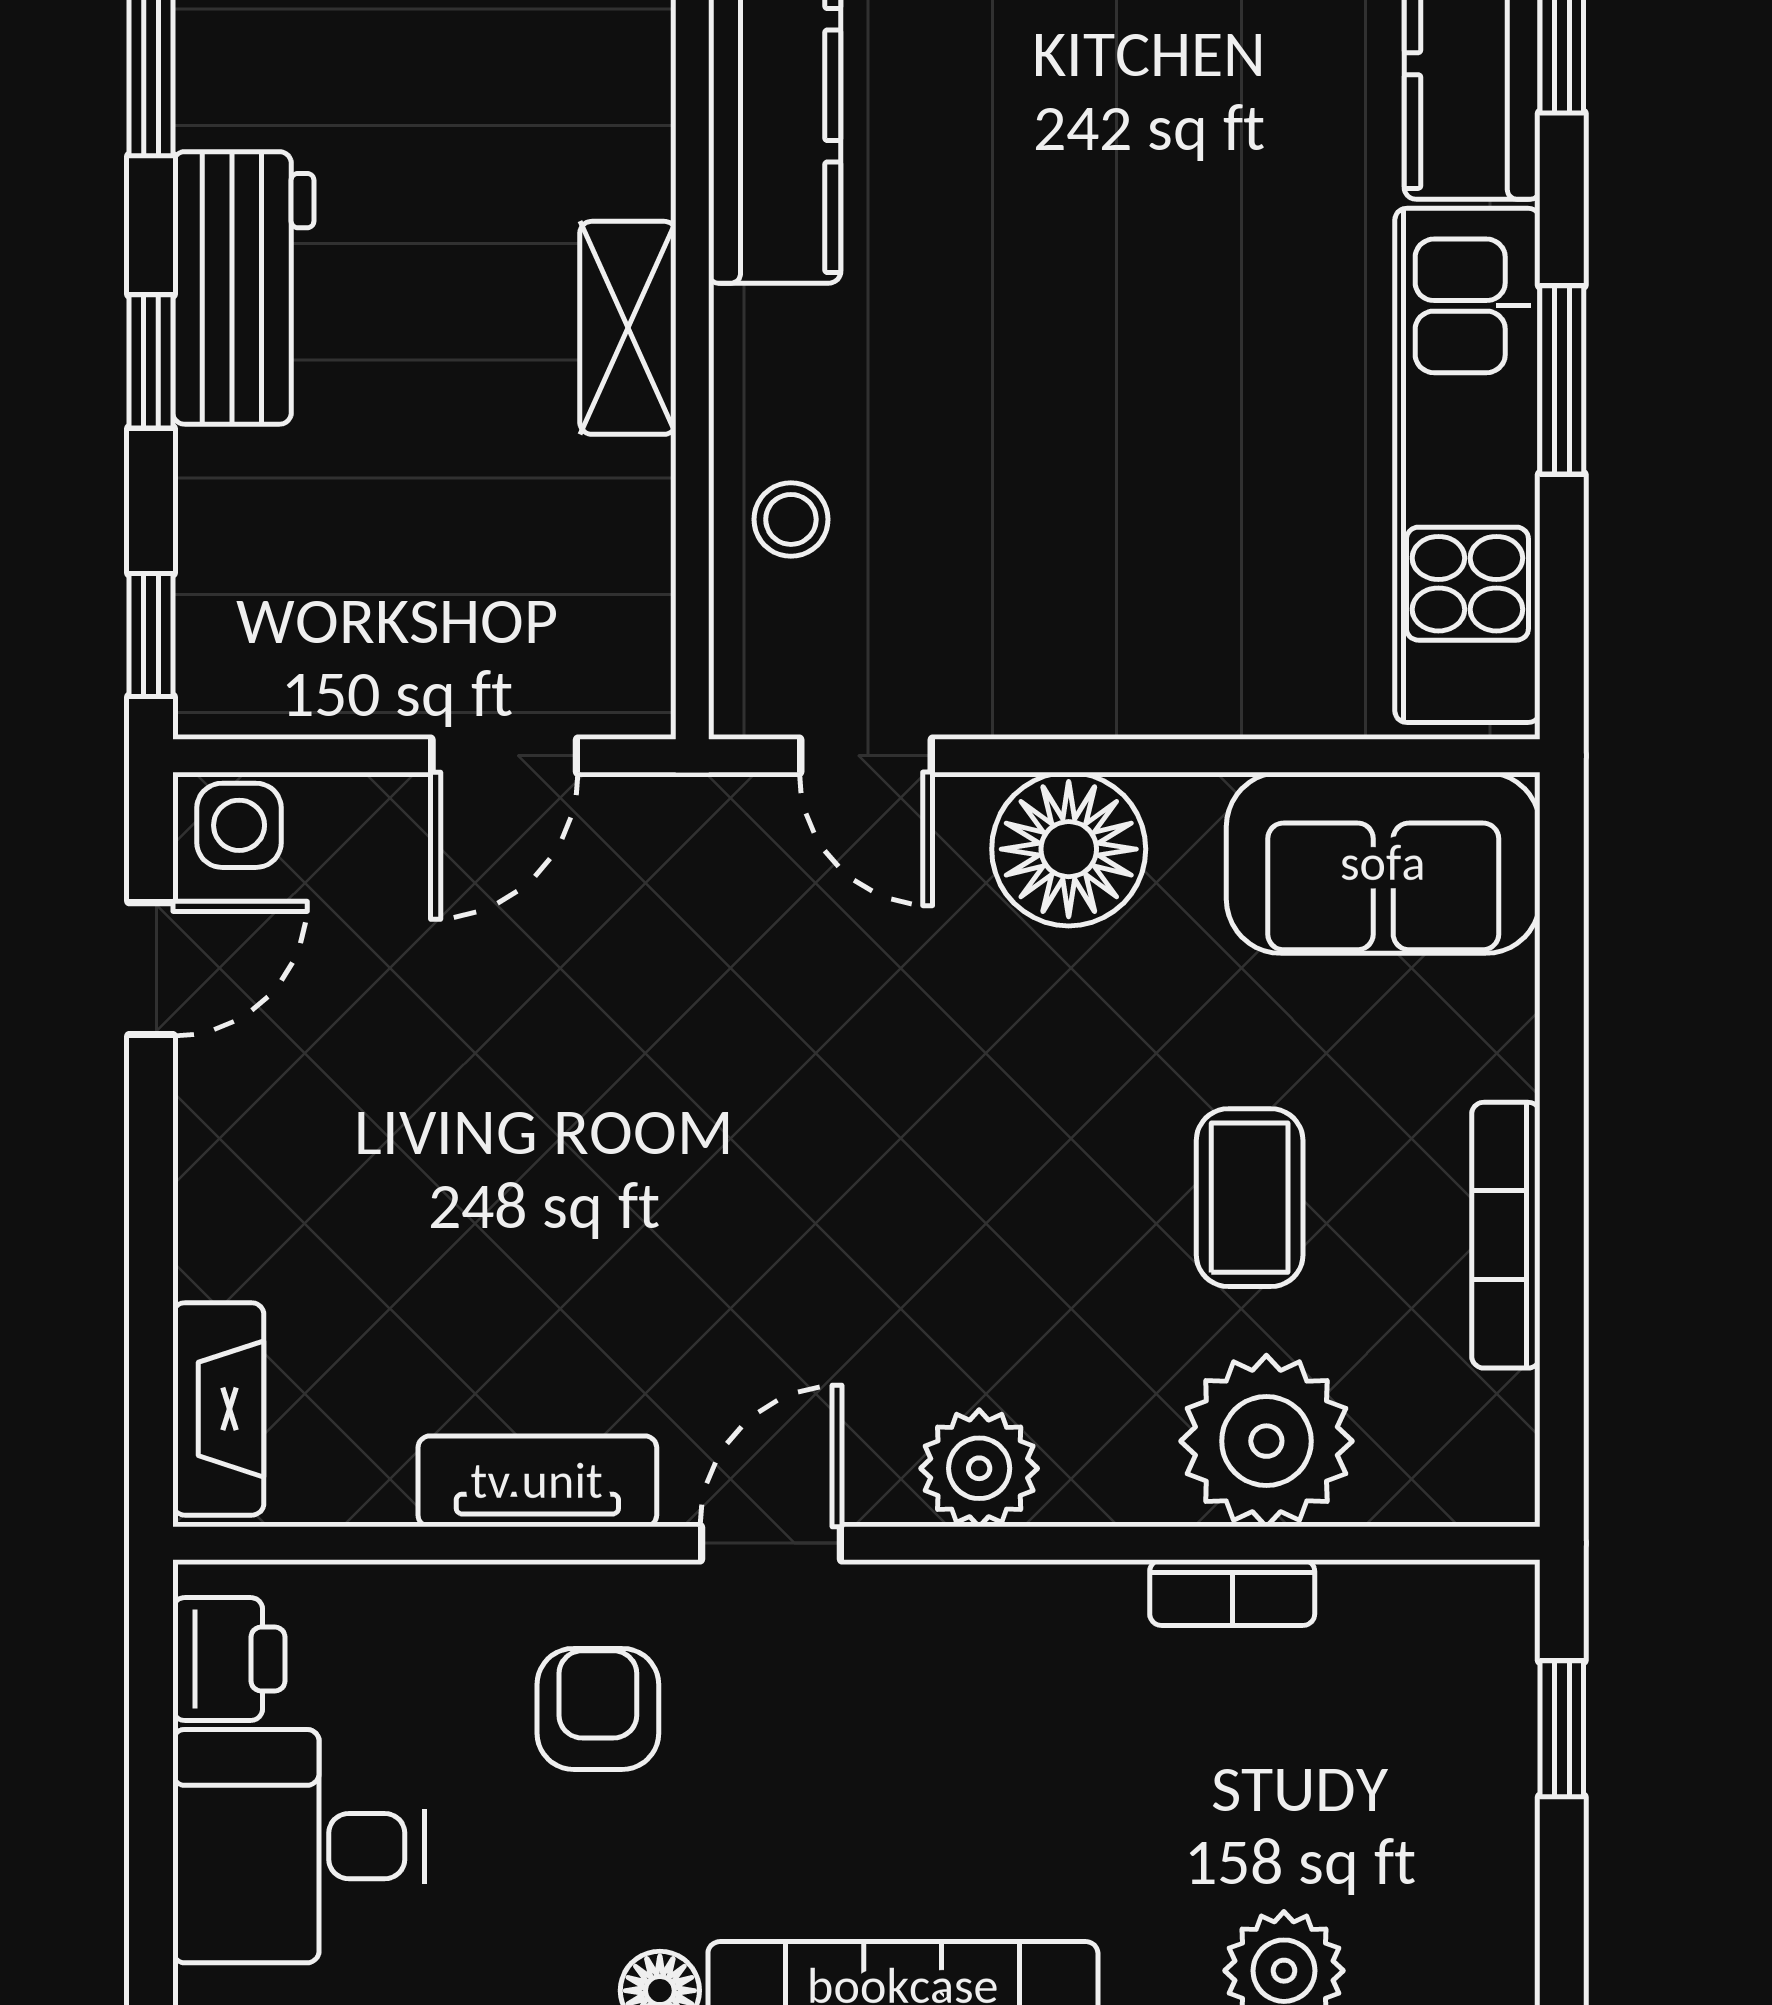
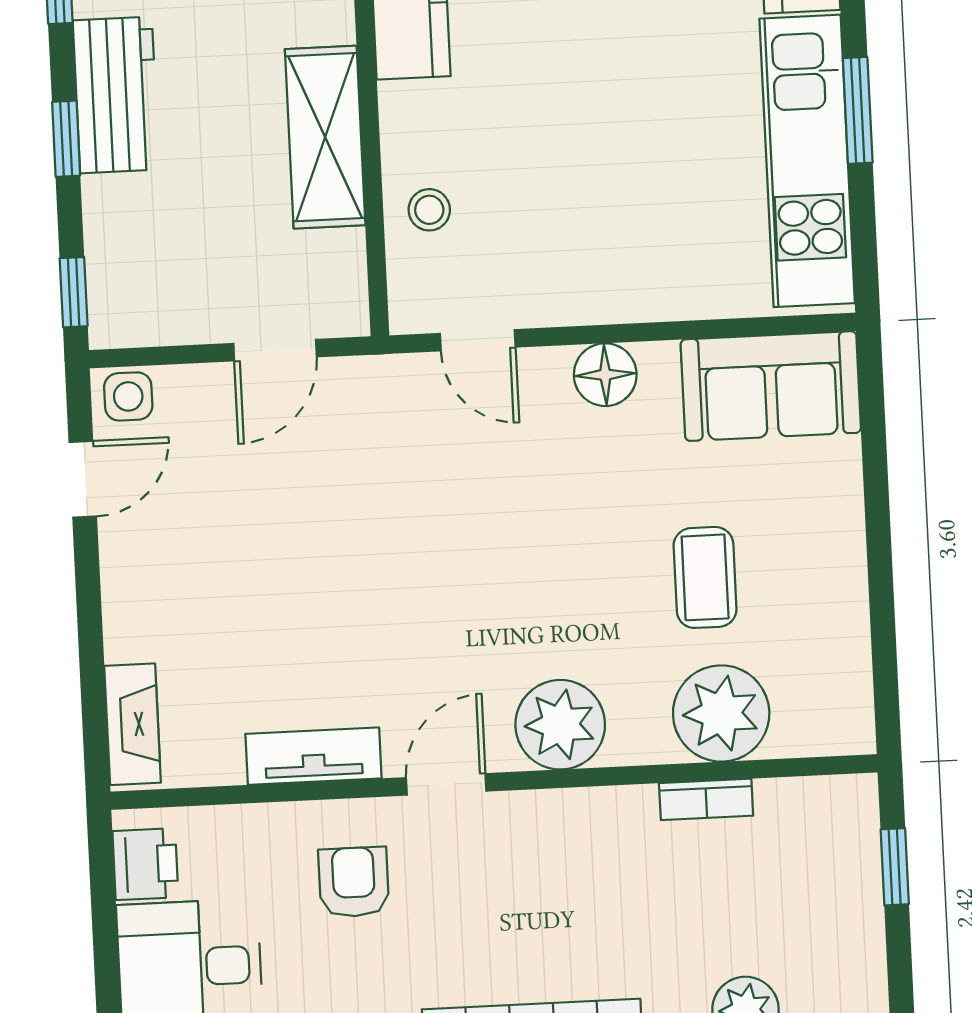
shelving: (628, 328) -> (325, 137), width x1.50, depth x1.33
floor lamp: (1069, 849) -> (605, 375), width x0.73, depth x0.73
bookcase: (1506, 1235) -> (850, 591), removed
plant: (979, 1468) -> (560, 725), width x1.36, depth x1.36

